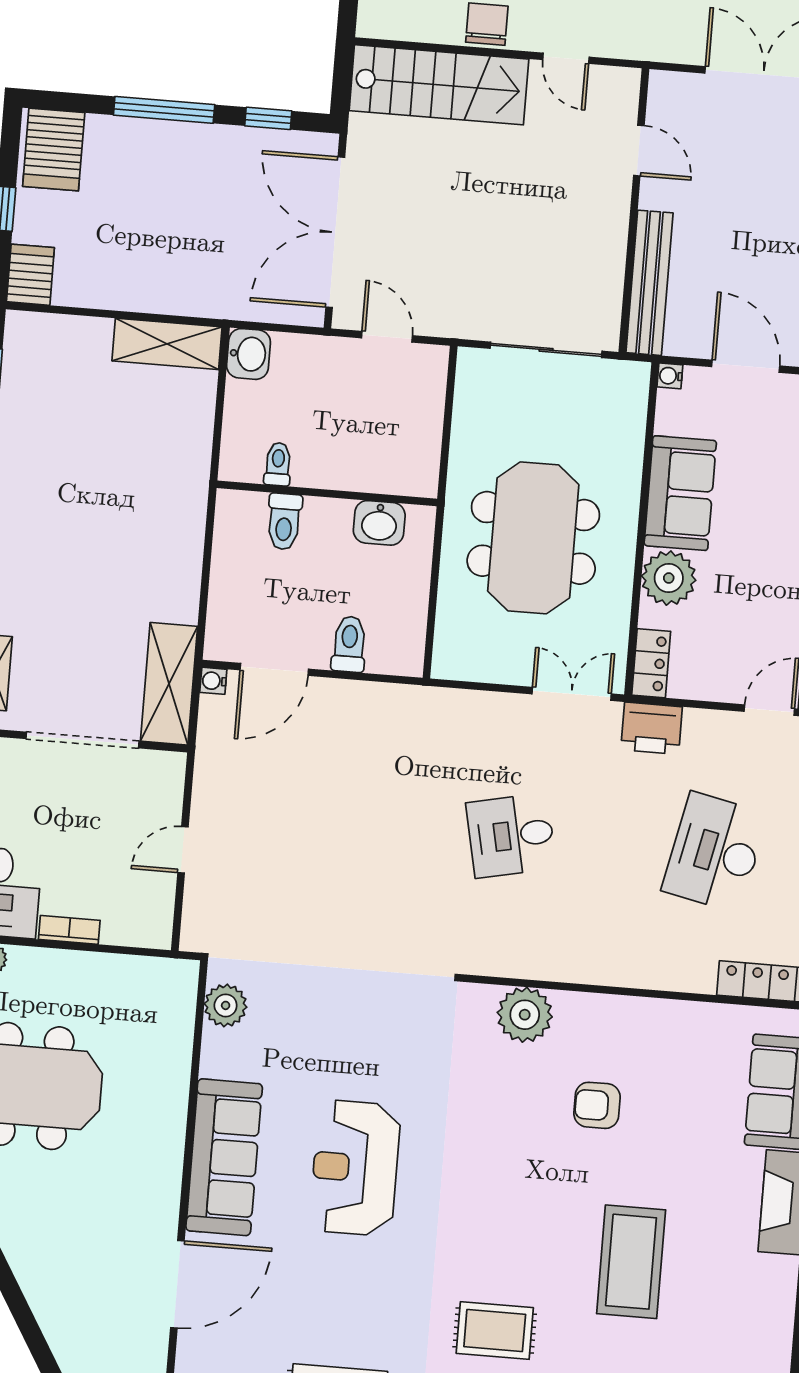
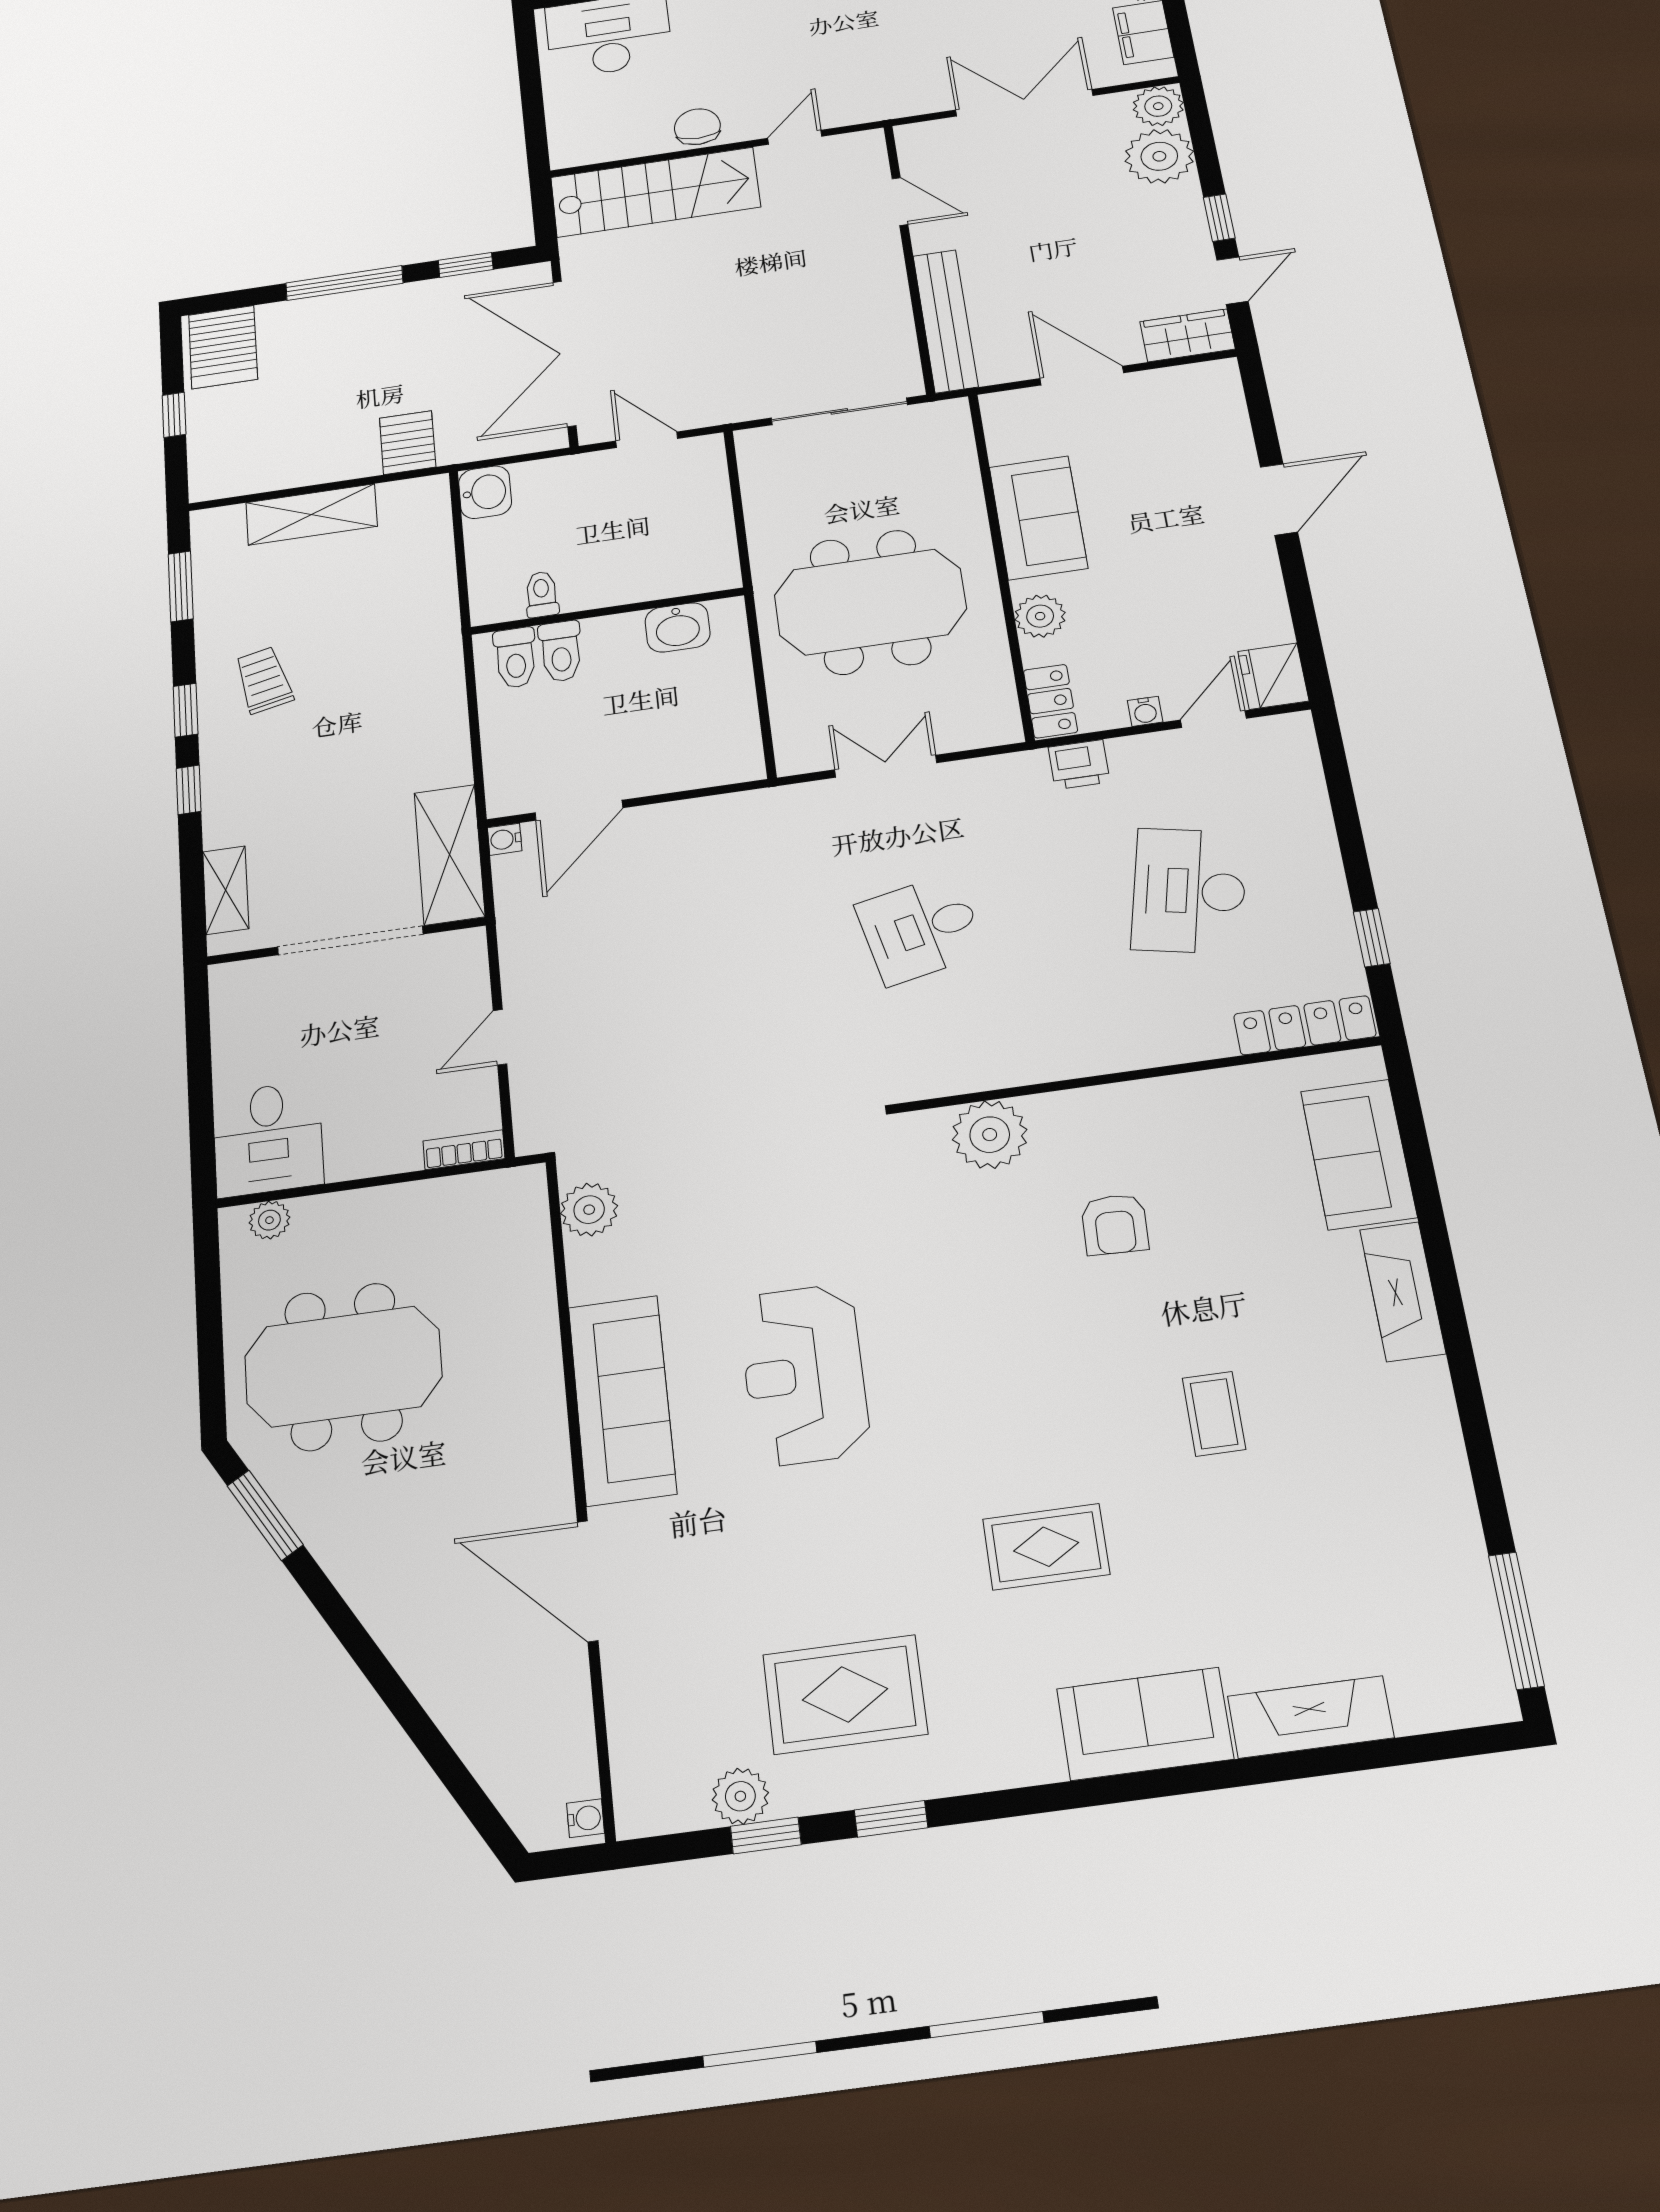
door: (566, 58) -> (795, 137), swing flipped
server rack: (30, 275) -> (408, 443), moved
shelving: (167, 344) -> (312, 514), moved
water cooler: (670, 376) -> (1145, 711), moved, turned -90
trolley: (46, 488) -> (264, 680), added
meeting table: (533, 538) -> (870, 602), turned 90
plant: (669, 578) -> (1040, 616), width x0.73, depth x0.73
toilet: (349, 644) -> (515, 658), moved, turned 180
double door: (572, 694) -> (886, 766), moved
printer: (652, 728) -> (1079, 764), width x0.73, depth x0.81
bookcase: (69, 930) -> (464, 1150), moved
armchair: (597, 1105) -> (1115, 1224), turned -88
coffee table: (631, 1262) -> (1214, 1414), width x0.54, depth x0.58
door: (177, 1284) -> (588, 1581), swing flipped

